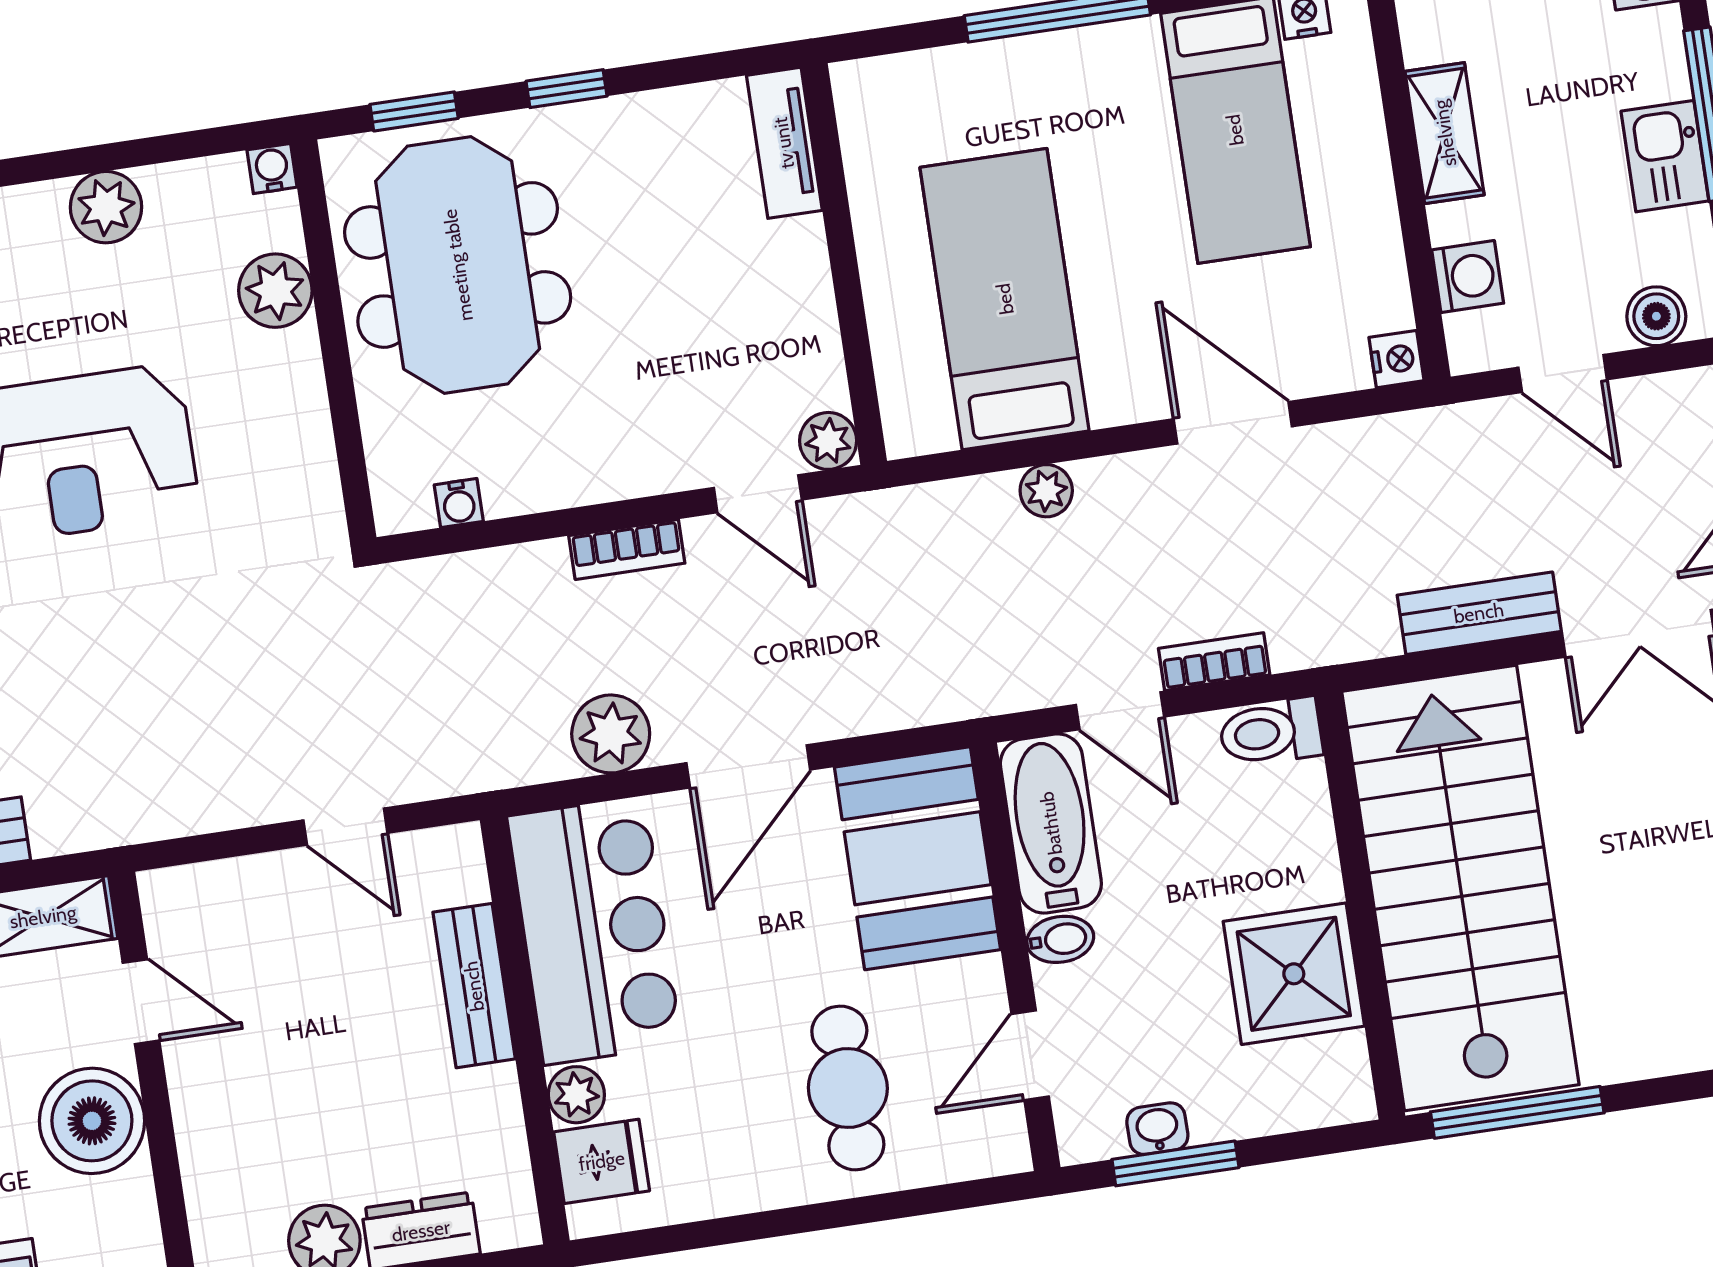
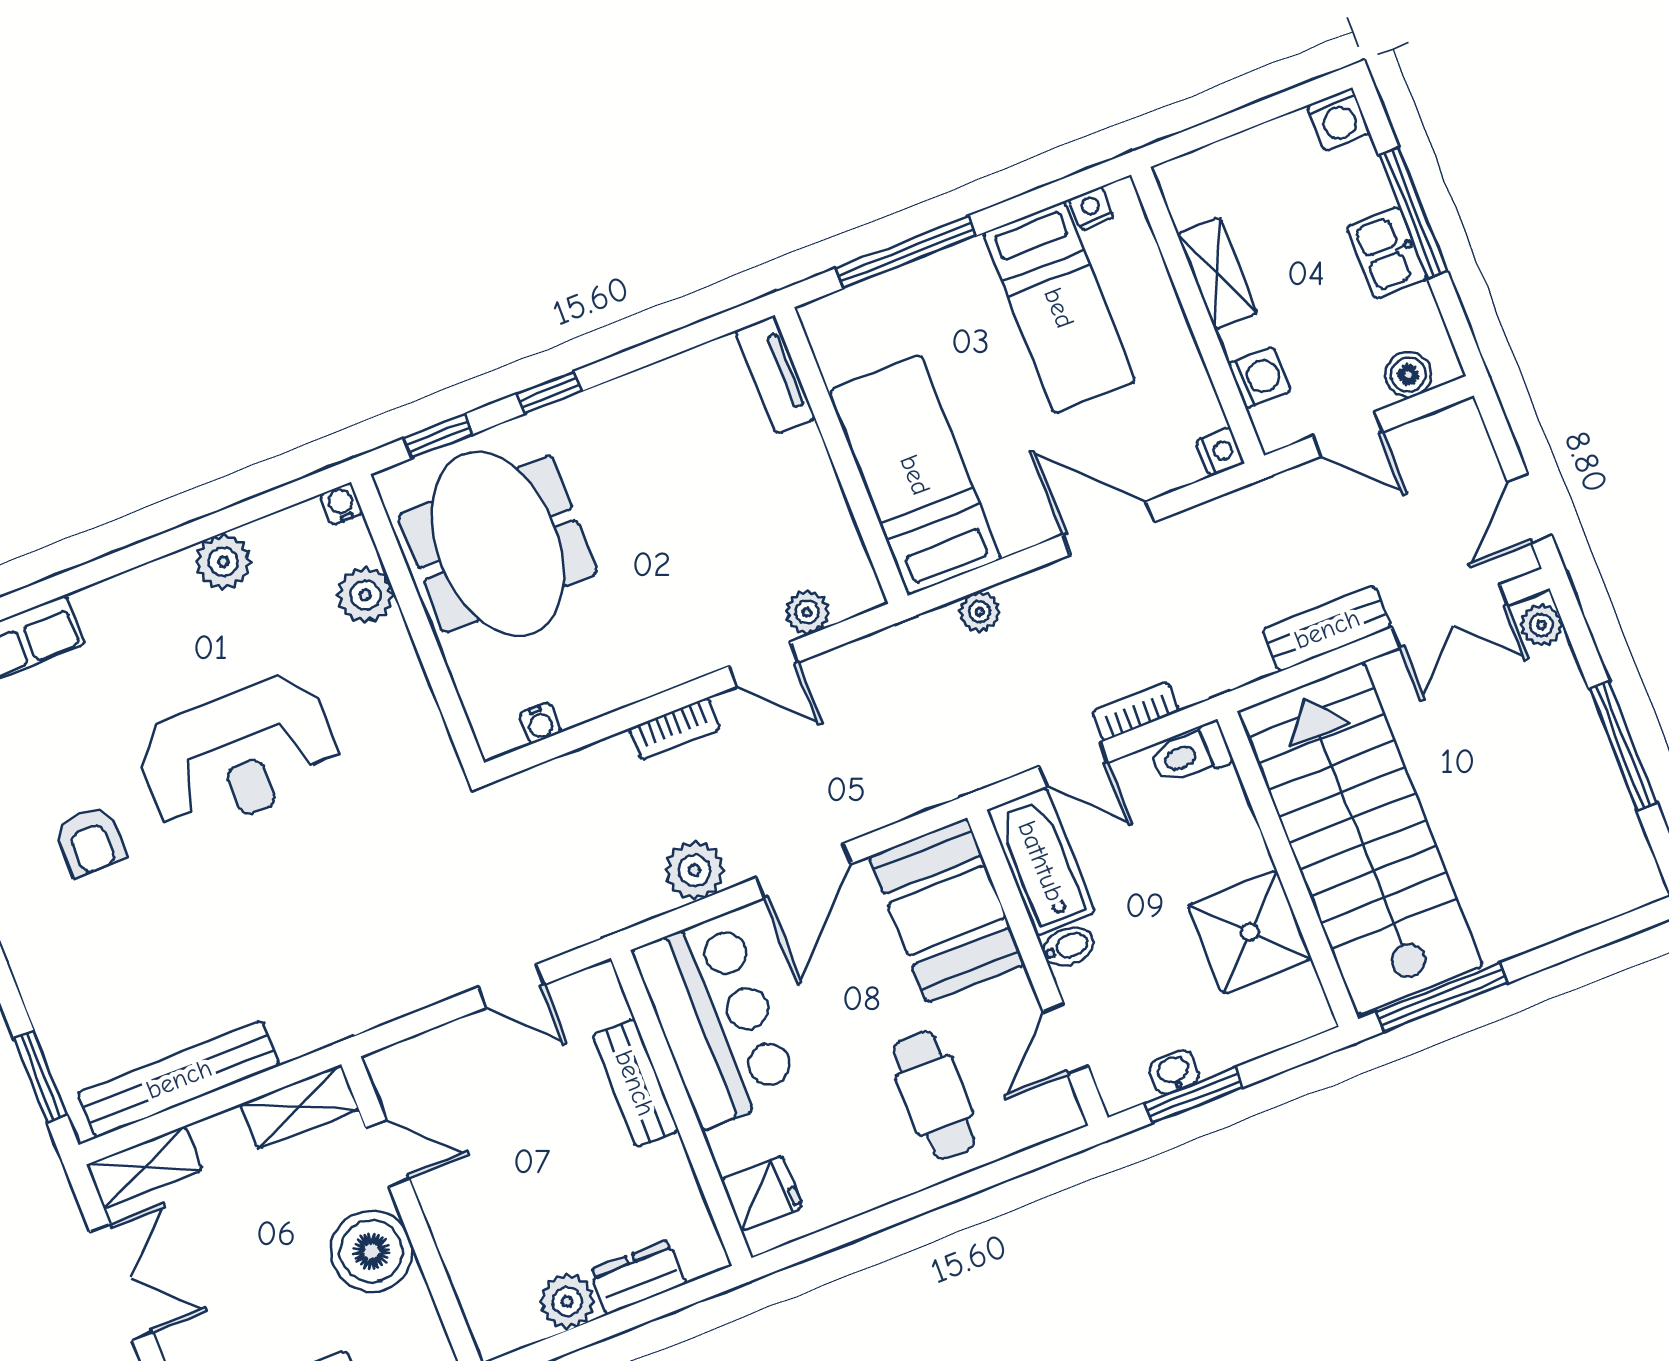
tv unit: (784, 143) -> (775, 375), moved
wall: (844, 264) -> (841, 455), moved
plant: (576, 1095) -> (731, 1147), removed

